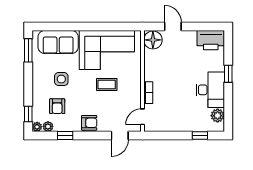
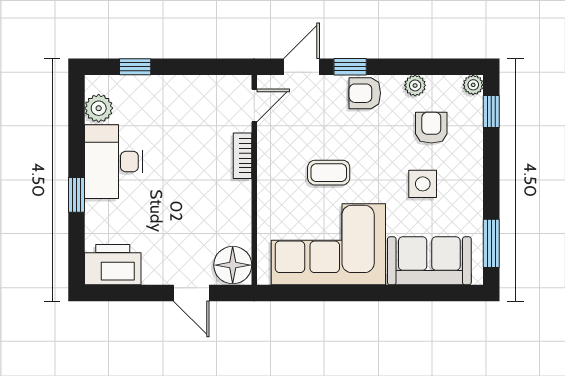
plant: (48, 126) -> (415, 85), moved
window: (65, 136) -> (350, 67), moved

